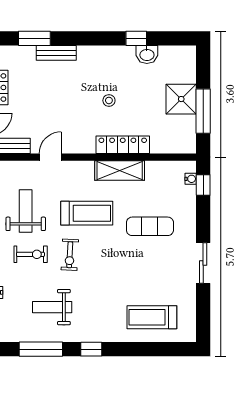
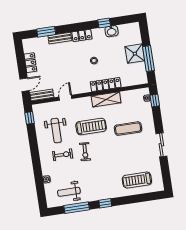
locker: (95, 54) -> (82, 35), added
weight bench: (26, 211) -> (56, 131), turned 180
weight bench: (52, 307) -> (69, 192), moved

